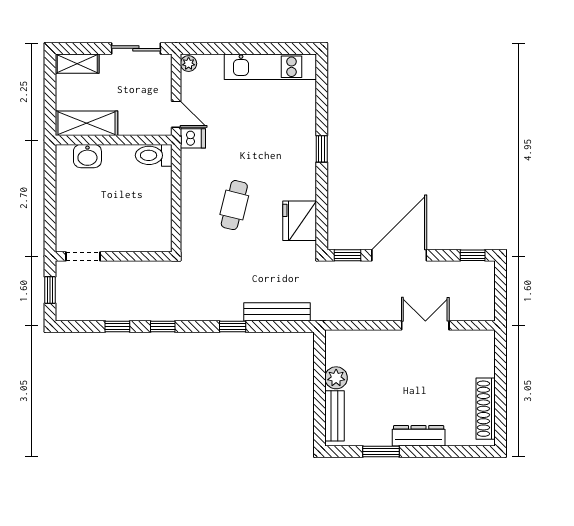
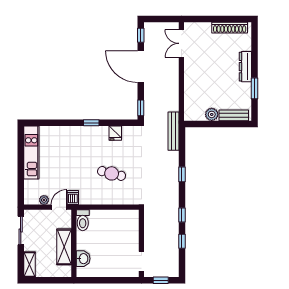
plant: (189, 64) -> (44, 200), moved
shelving: (87, 123) -> (64, 247), moved
window: (322, 149) -> (91, 123), moved
fridge: (300, 221) -> (115, 133), width x0.53, depth x0.75
door: (399, 255) -> (141, 67), moved
bench: (277, 312) -> (173, 131), moved
double door: (425, 325) -> (181, 43), moved

